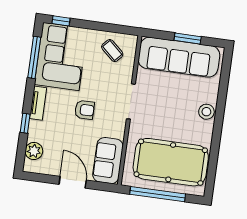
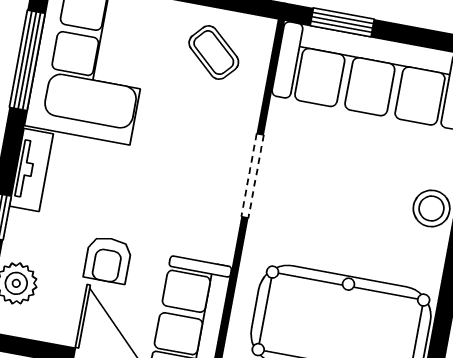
window: (188, 38) -> (342, 22), moved
armchair: (85, 110) -> (108, 260), moved, turned 90

